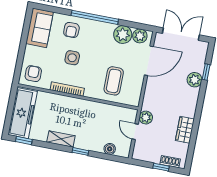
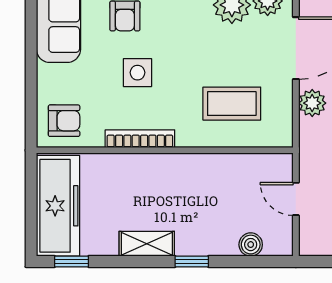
armchair: (33, 74) -> (64, 121), turned 90
coffee table: (114, 81) -> (232, 104), turned 90
plant: (146, 118) -> (312, 103), moved

